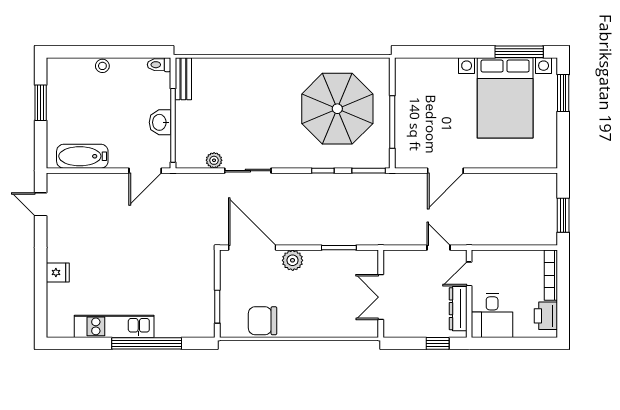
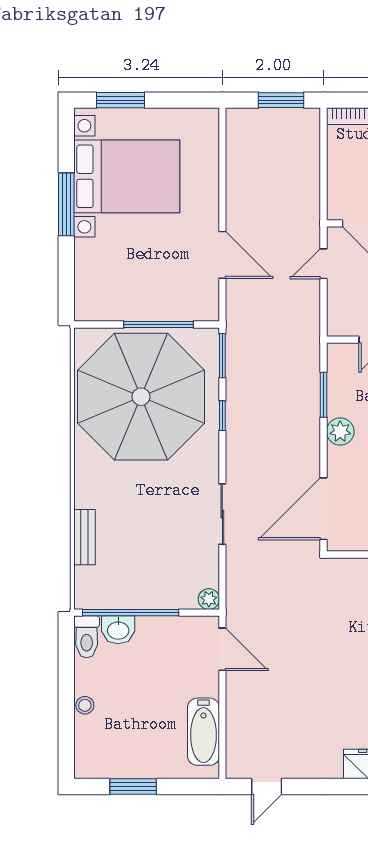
window: (519, 52) -> (66, 204), moved
toilet: (159, 65) -> (87, 637), width x1.37, depth x1.39
bench: (183, 79) -> (84, 537), moved, turned 90
parasol: (337, 109) -> (141, 397), width x1.36, depth x1.36
washbasin: (160, 122) -> (118, 630), moved
window: (173, 125) -> (131, 613), moved
plant: (214, 160) -> (209, 599), moved
plant: (293, 260) -> (340, 431), moved

